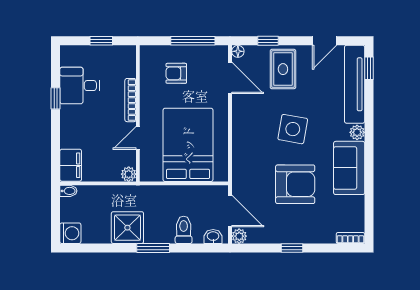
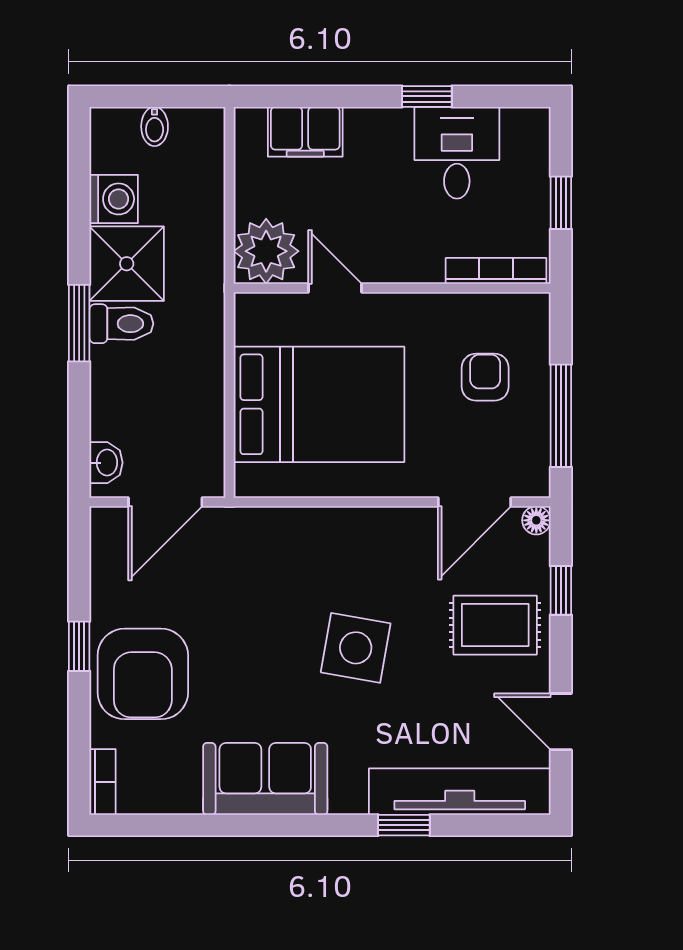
window: (369, 68) -> (404, 825), moved
bookcase: (131, 100) -> (496, 271), moved
plant: (357, 132) -> (348, 797), removed
filing cabinet: (71, 165) -> (305, 132), moved
plant: (129, 174) -> (266, 251), width x1.88, depth x1.88
armchair: (295, 184) -> (143, 674), moved
bidet: (68, 191) -> (155, 126), moved
toilet: (184, 230) -> (121, 324), moved
washing machine: (70, 233) -> (114, 199), moved, turned -90
plant: (239, 236) -> (107, 523), removed

